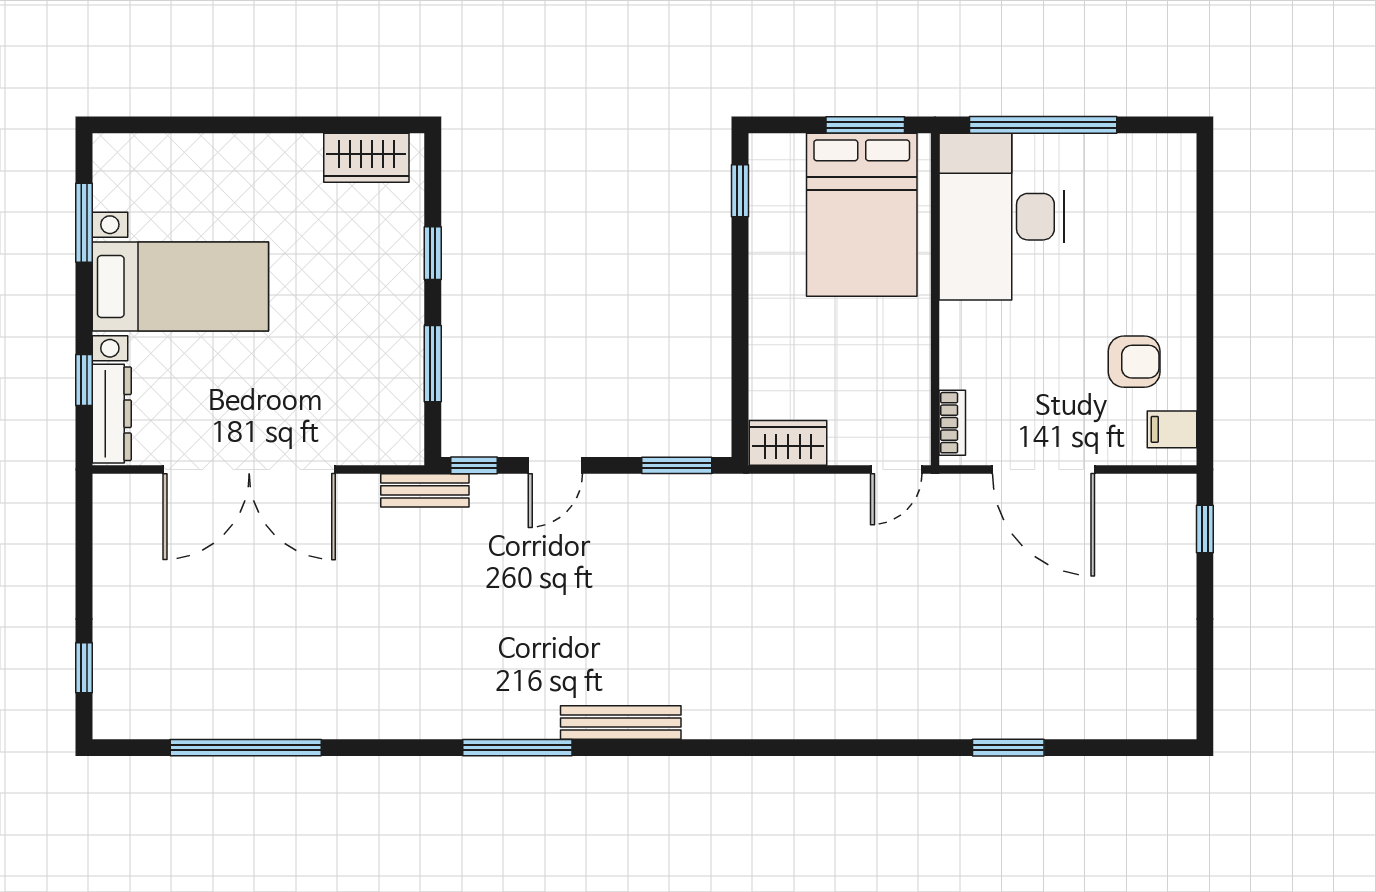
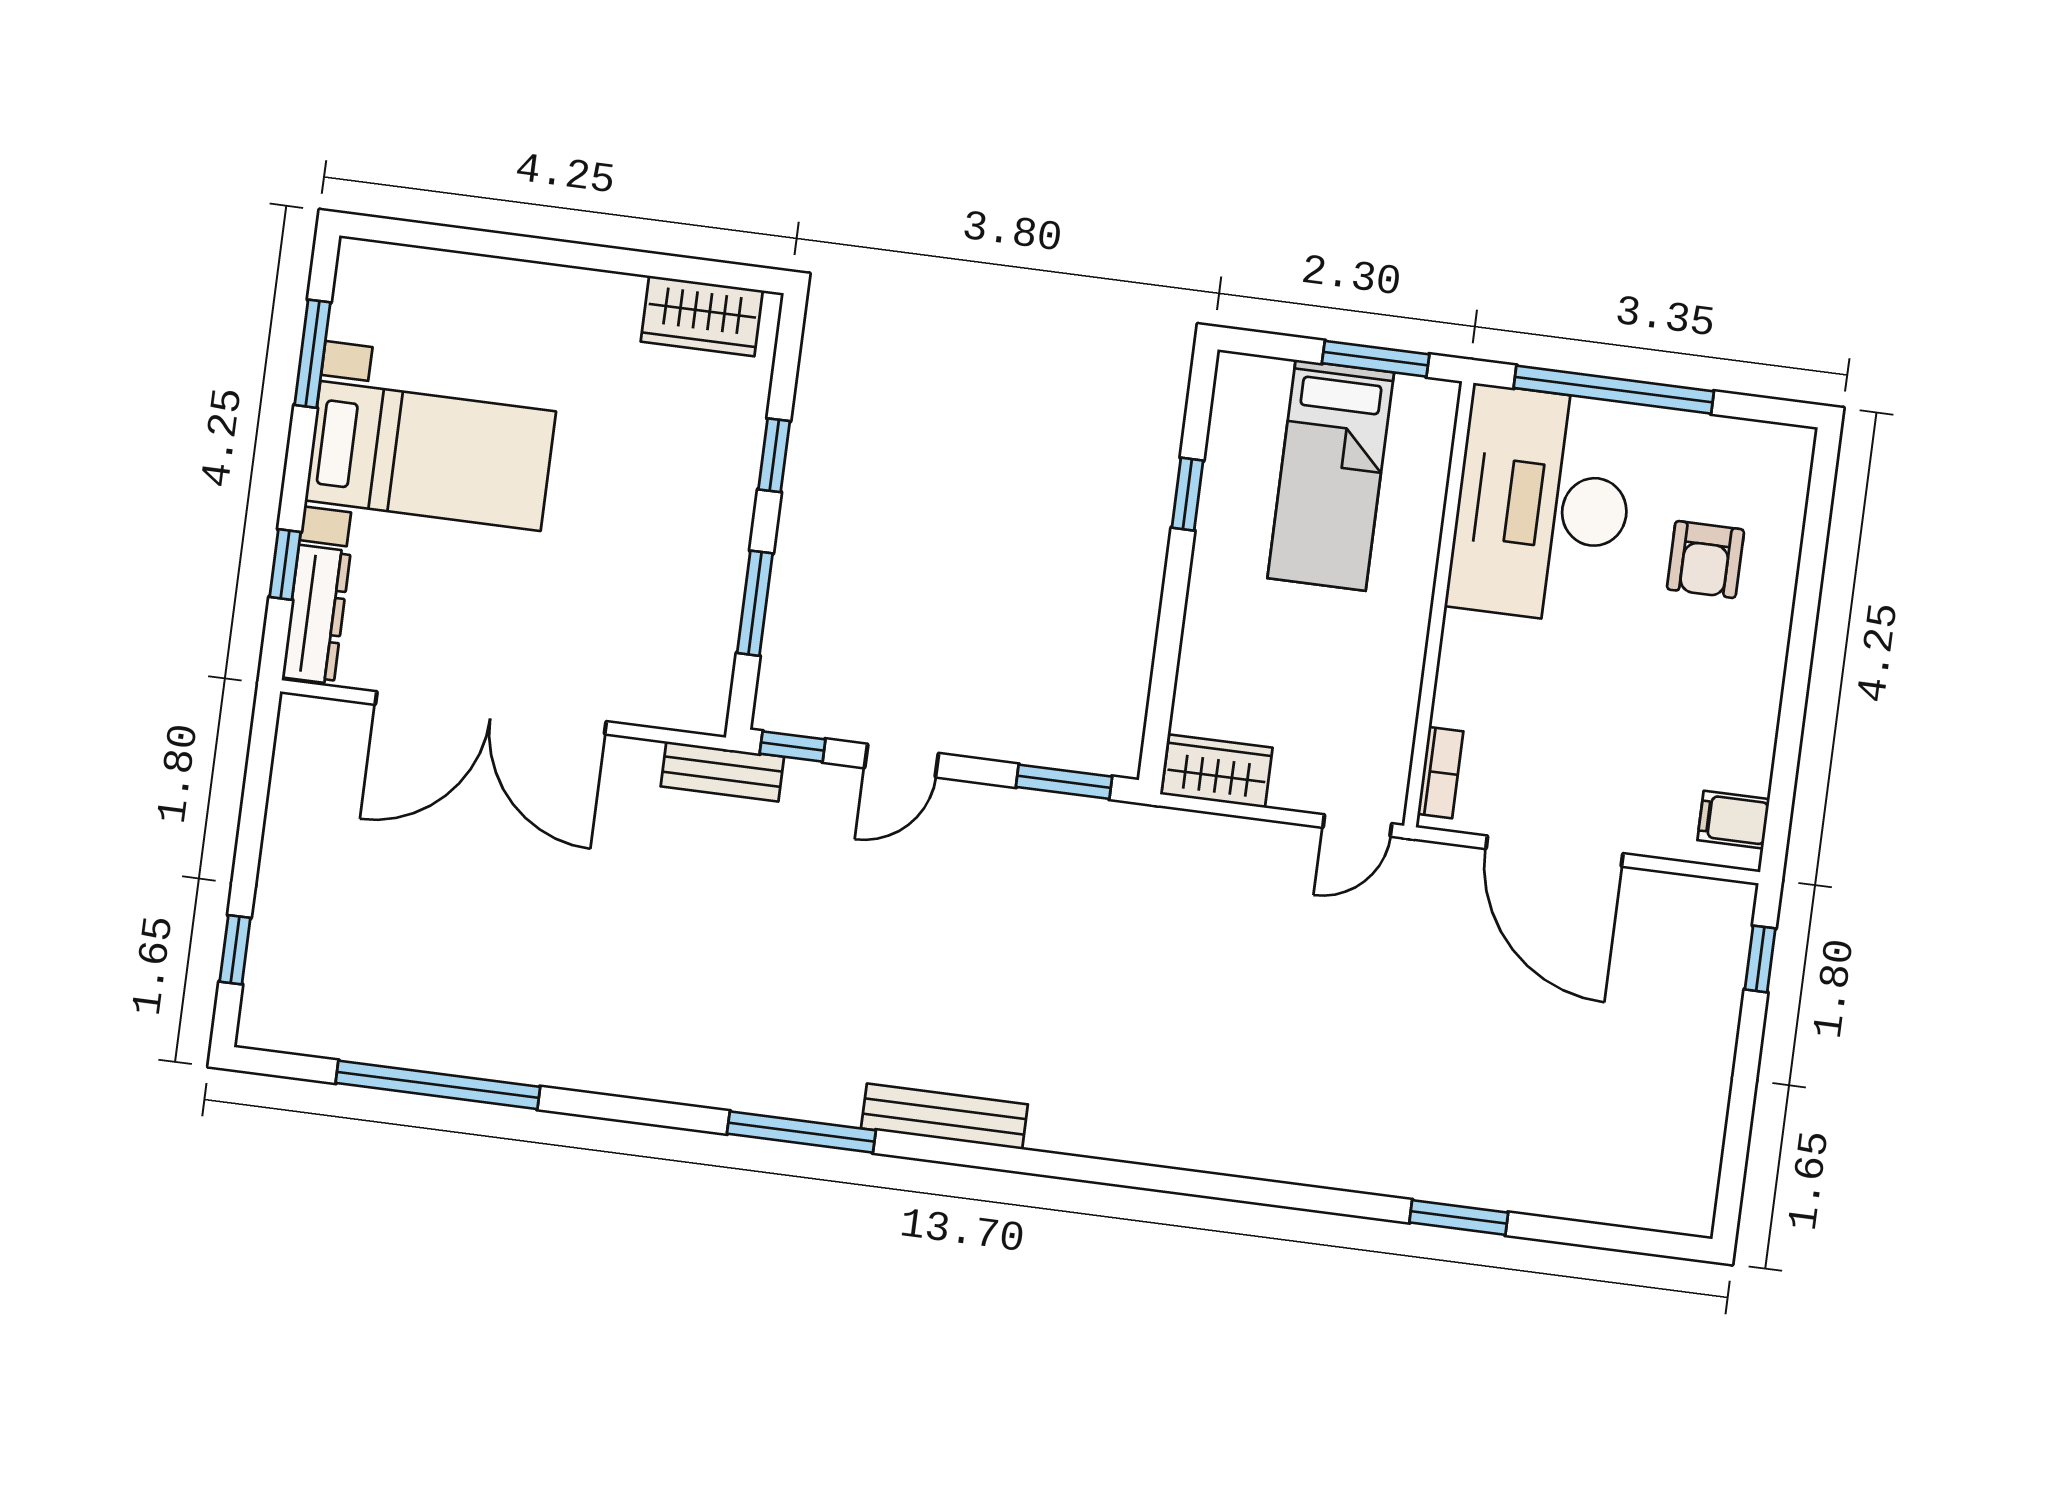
window: (740, 191) -> (1187, 494), moved
bed: (862, 215) -> (1331, 475), width x0.67
armchair: (1134, 362) -> (1705, 559), moved, turned 90

